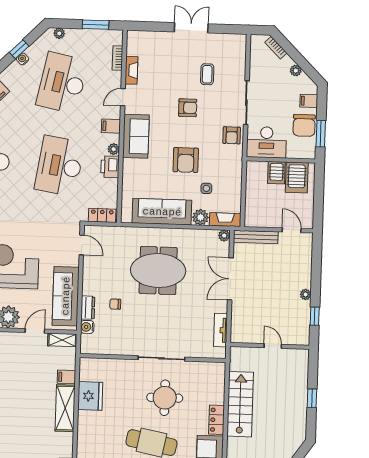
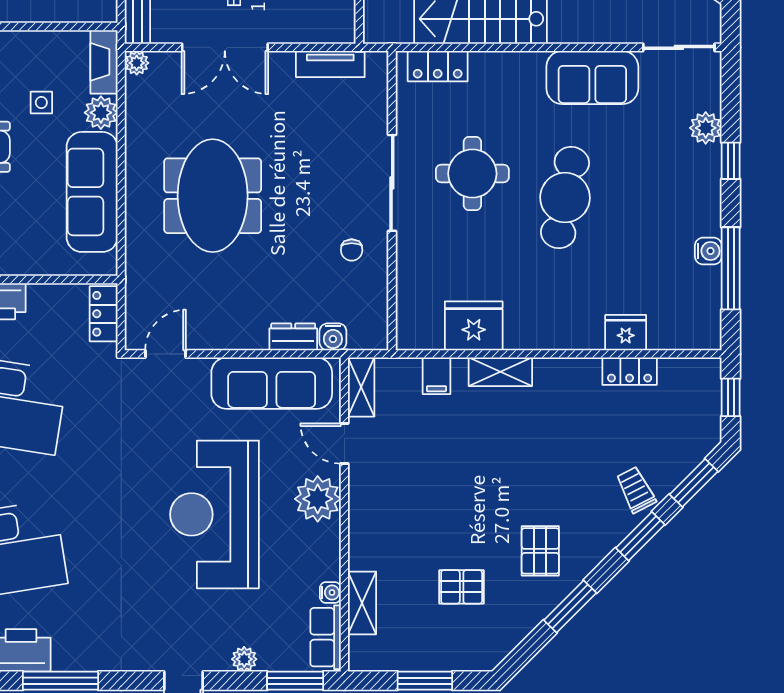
chair: (115, 304) -> (352, 250), moved
shelving: (65, 408) -> (500, 372), width x0.67, depth x0.75
locker: (216, 420) -> (438, 66), moved

